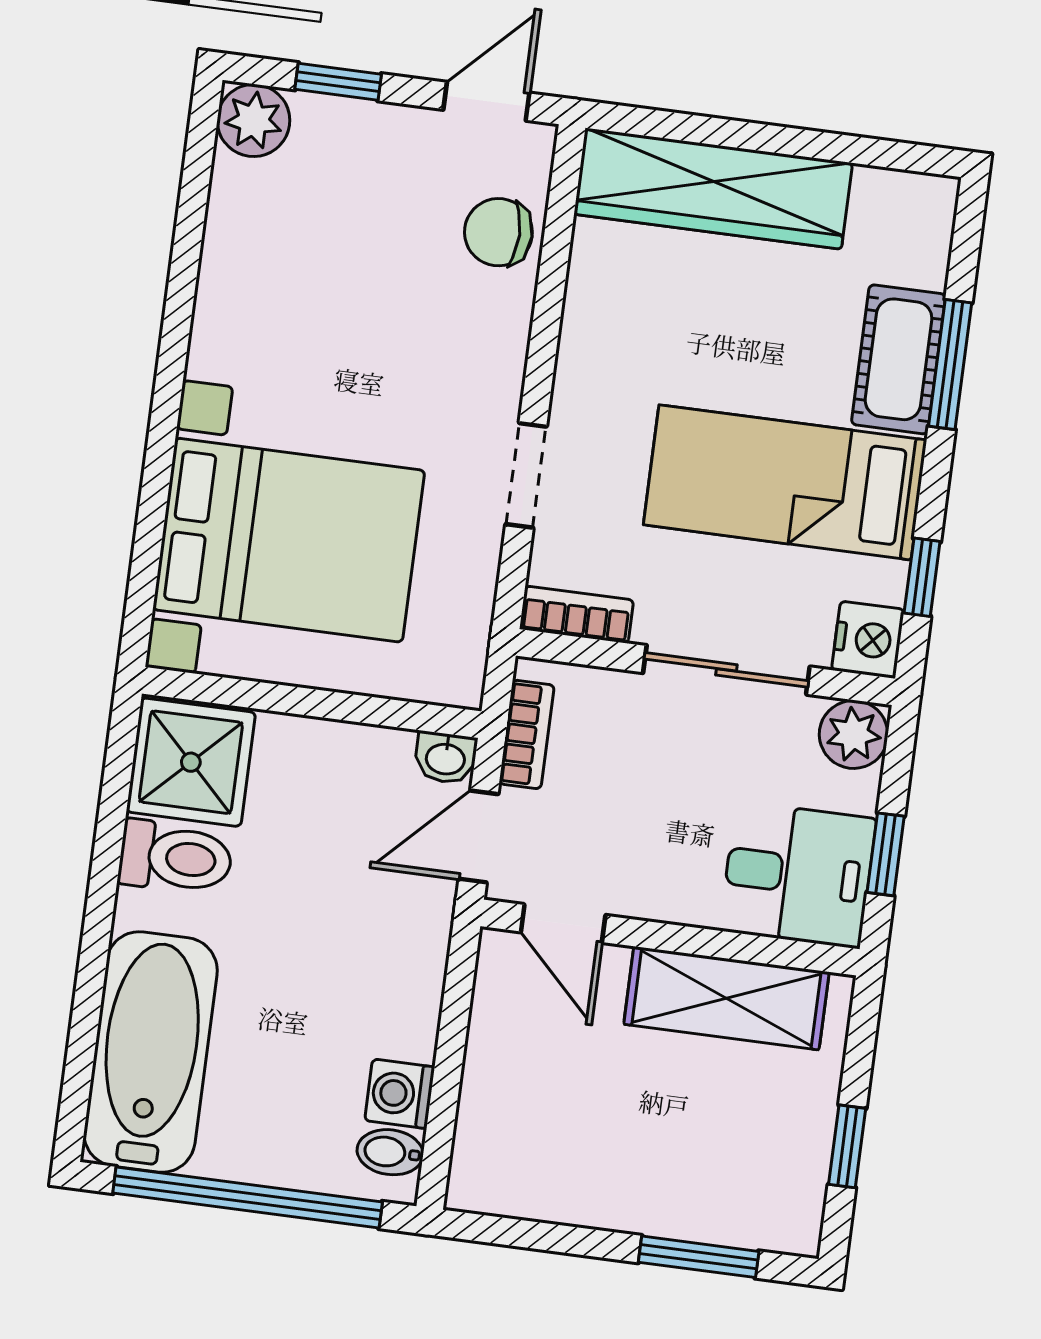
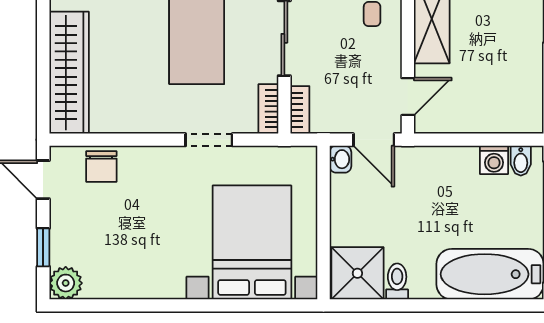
bookcase: (527, 734) -> (300, 110), moved, turned 90
toilet: (175, 858) -> (397, 281), width x0.73, depth x0.72

